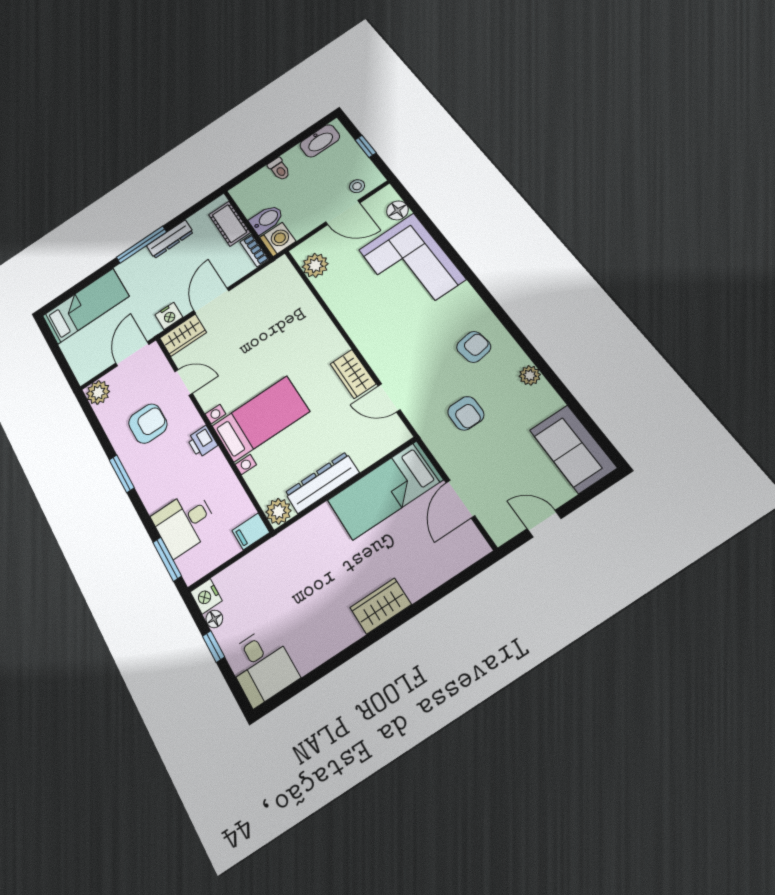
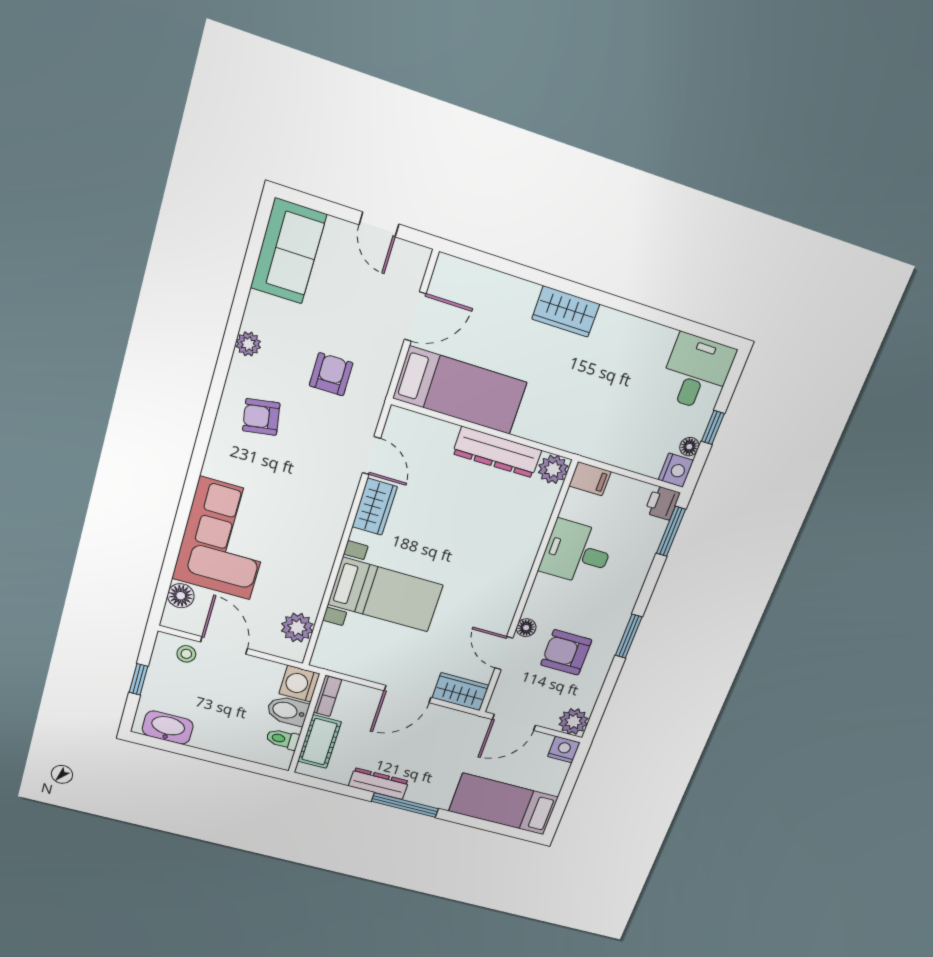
toilet: (279, 169) -> (283, 739), moved, turned -90
nightstand: (169, 316) -> (564, 749), moved
floor lamp: (187, 410) -> (526, 628), added
bed with nightstands: (261, 419) -> (385, 595), moved, turned 180
printer: (202, 442) -> (662, 503), moved, turned 180
desk: (185, 523) -> (577, 553), moved, turned 180

